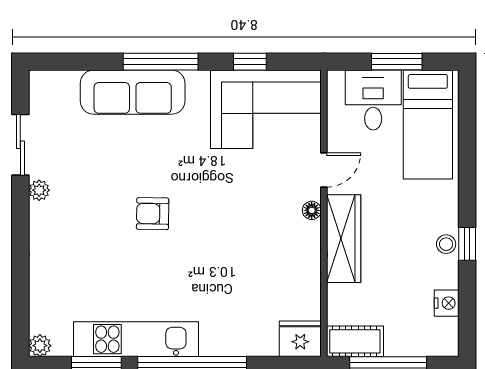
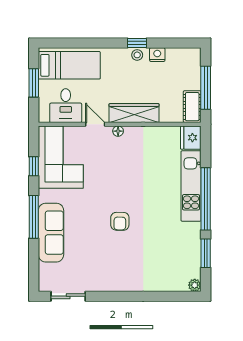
desk: (373, 100) -> (66, 106), moved, turned -90
sliding door: (20, 145) -> (68, 296), moved
plant: (39, 190) -> (107, 286), removed
nightstand: (447, 303) -> (157, 55), moved
kitchen unit: (136, 339) -> (191, 186), moved

